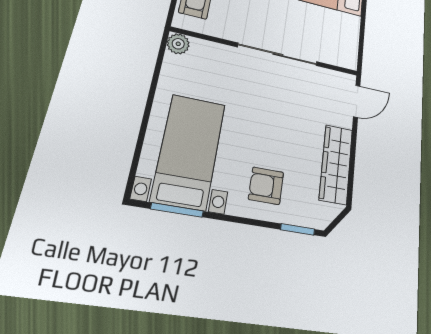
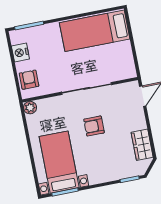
wardrobe: (336, 164) -> (142, 145), width x0.67
armchair: (266, 186) -> (94, 126), moved

